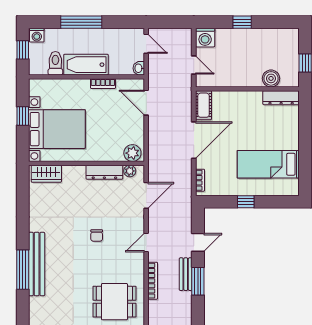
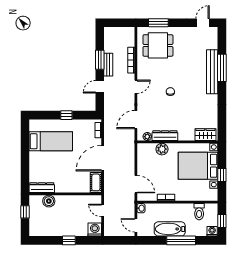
bathtub: (86, 65) -> (170, 229), moved, turned 180
plant: (132, 153) -> (162, 149), moved

